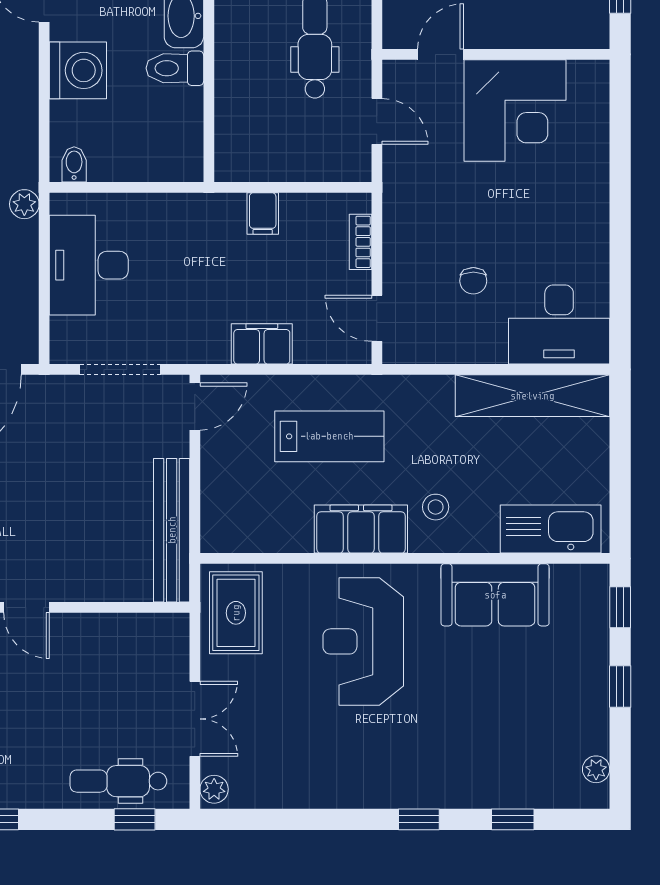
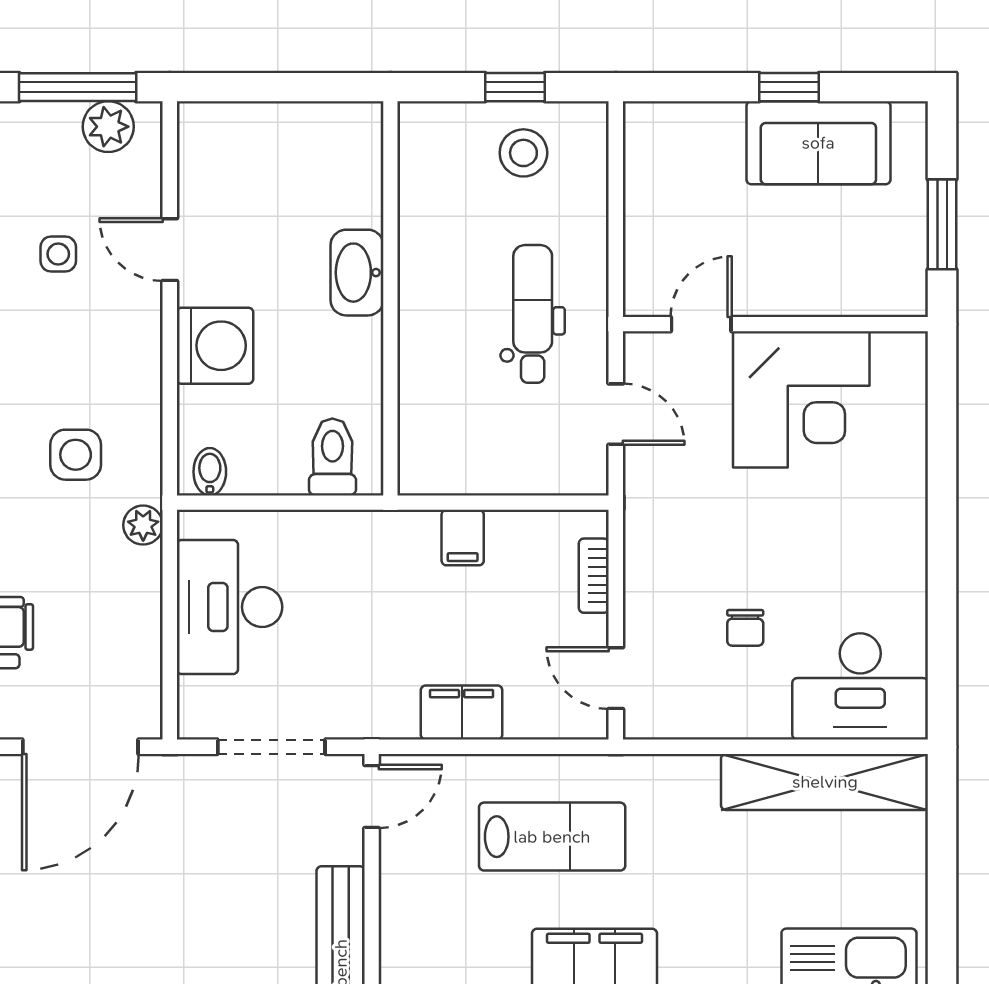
toilet: (175, 68) -> (332, 457), moved, turned 90
stool: (436, 507) -> (695, 931), removed

